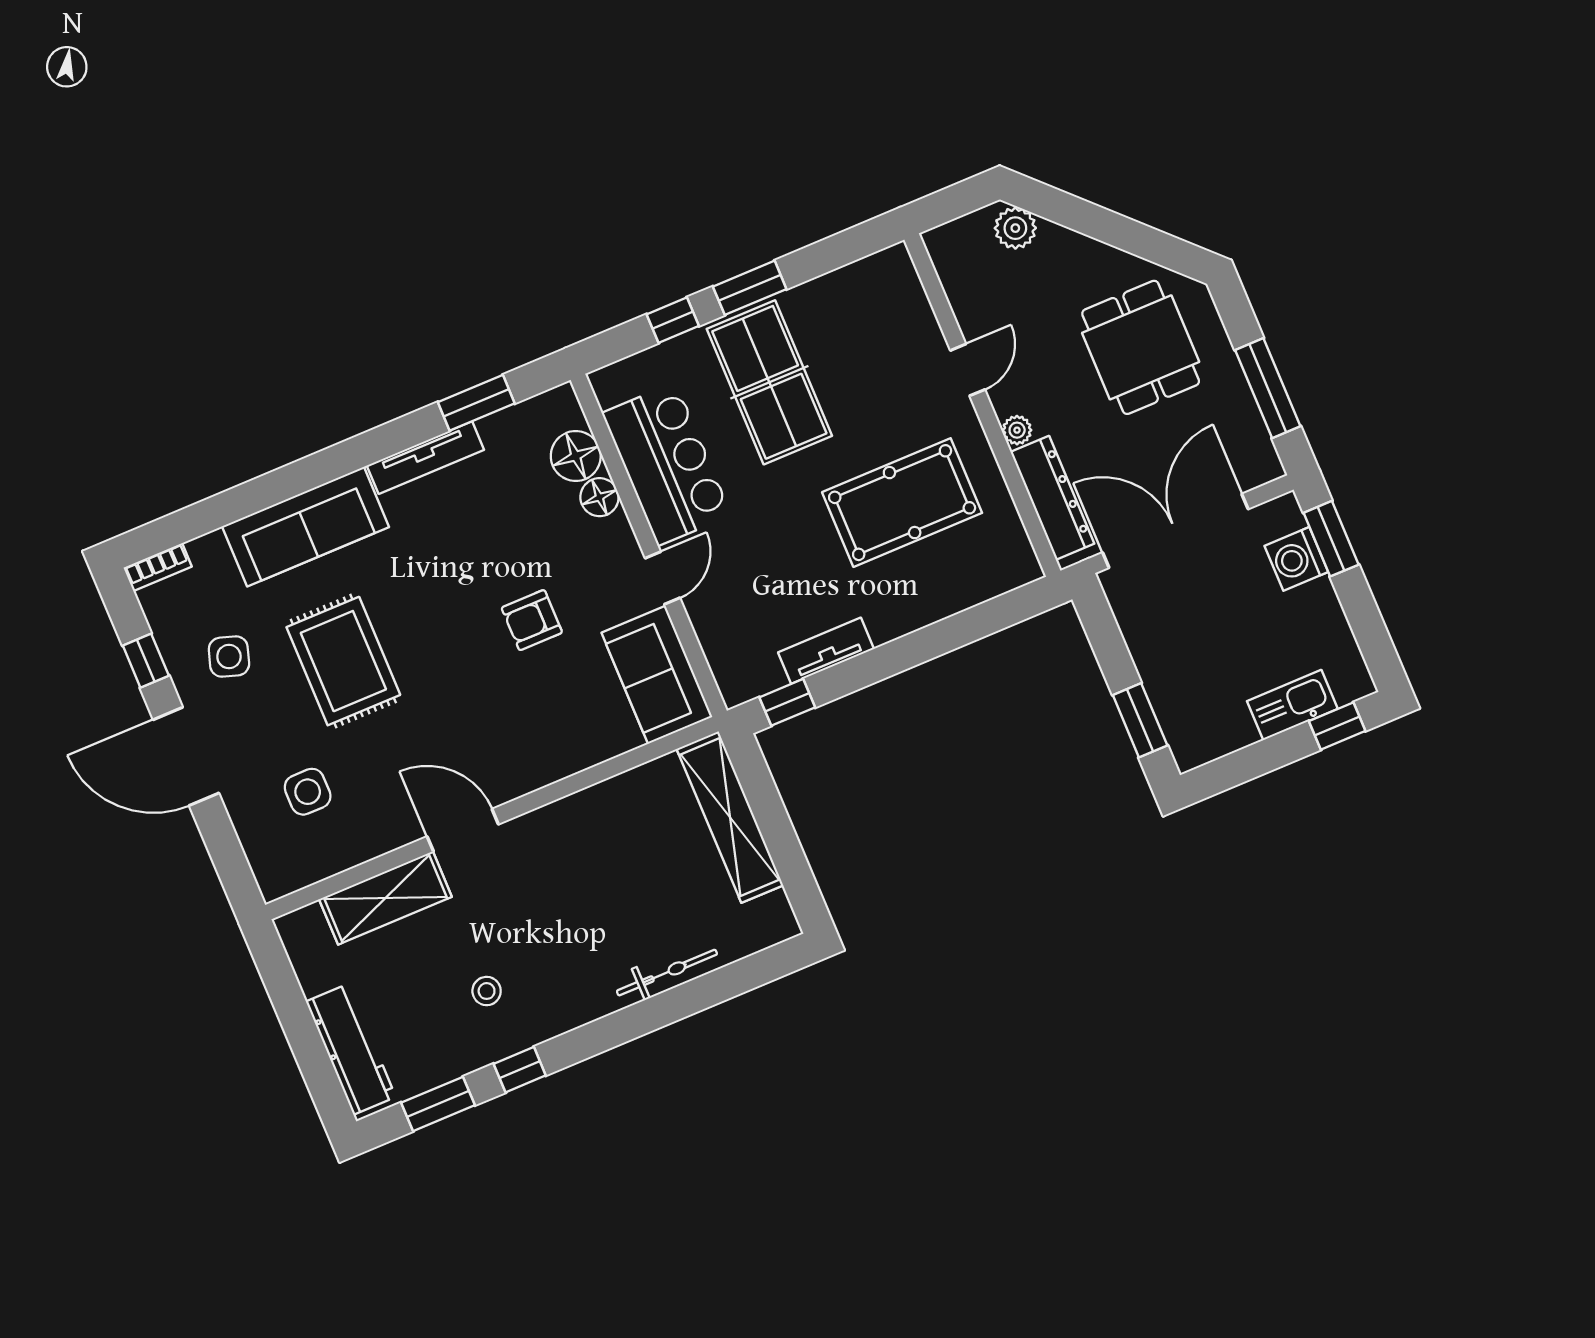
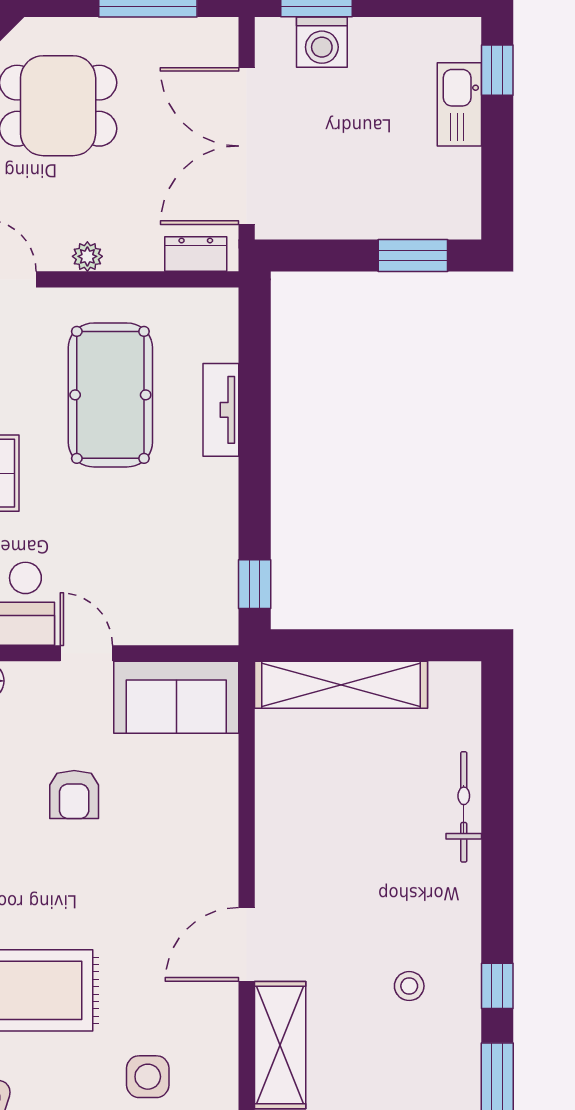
dresser: (1052, 498) -> (196, 254), width x0.51, depth x0.80
tv unit: (826, 651) -> (221, 410), moved

